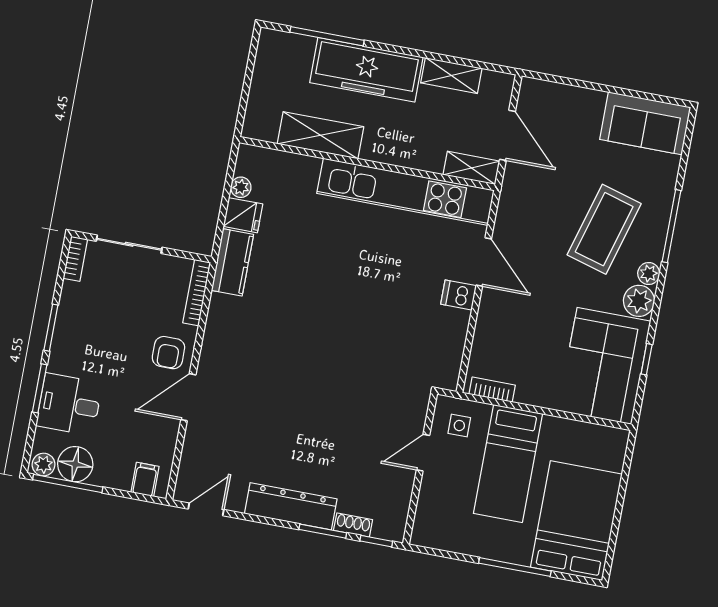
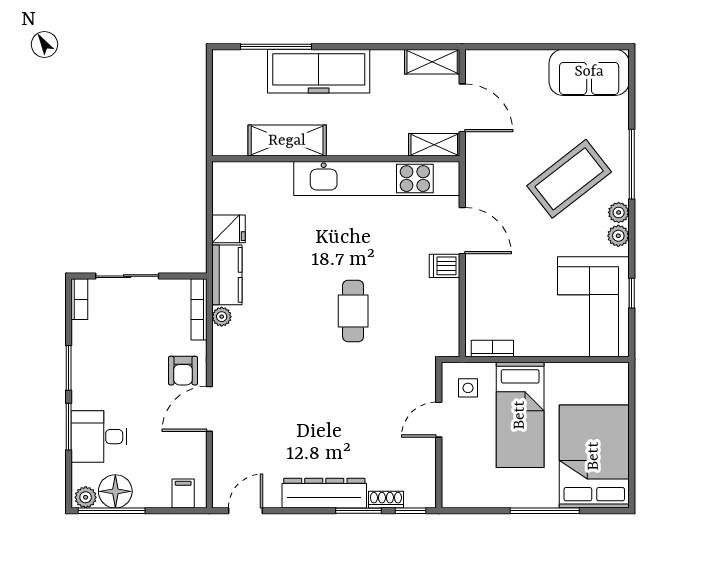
shelving: (451, 76) -> (432, 62), moved
plant: (241, 187) -> (222, 317), moved
coffee table: (604, 229) -> (569, 179), turned 36
plant: (639, 301) -> (618, 236), width x0.73, depth x0.73
cafe table: (356, 324) -> (353, 311), added

